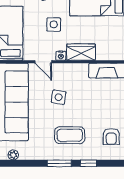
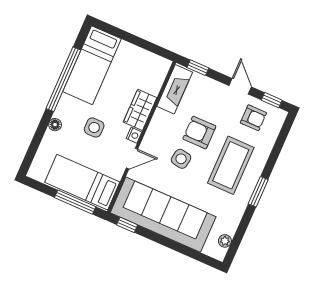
armchair: (83, 102) -> (199, 133), added
coffee table: (70, 135) -> (231, 165), width x1.36, depth x1.32
window: (88, 163) -> (273, 158), removed

